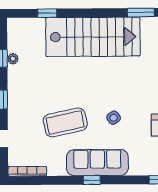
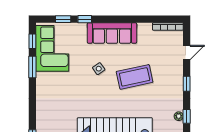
coffee table: (65, 122) -> (135, 77), moved
window: (92, 180) -> (85, 19), moved

